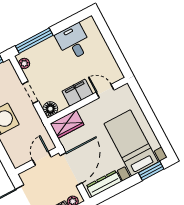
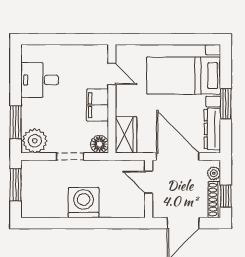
window: (34, 41) -> (16, 122), width x0.69
plant: (24, 63) -> (35, 141), width x1.88, depth x1.88
door: (105, 91) -> (112, 74), swing flipped
window: (151, 171) -> (226, 104), moved

